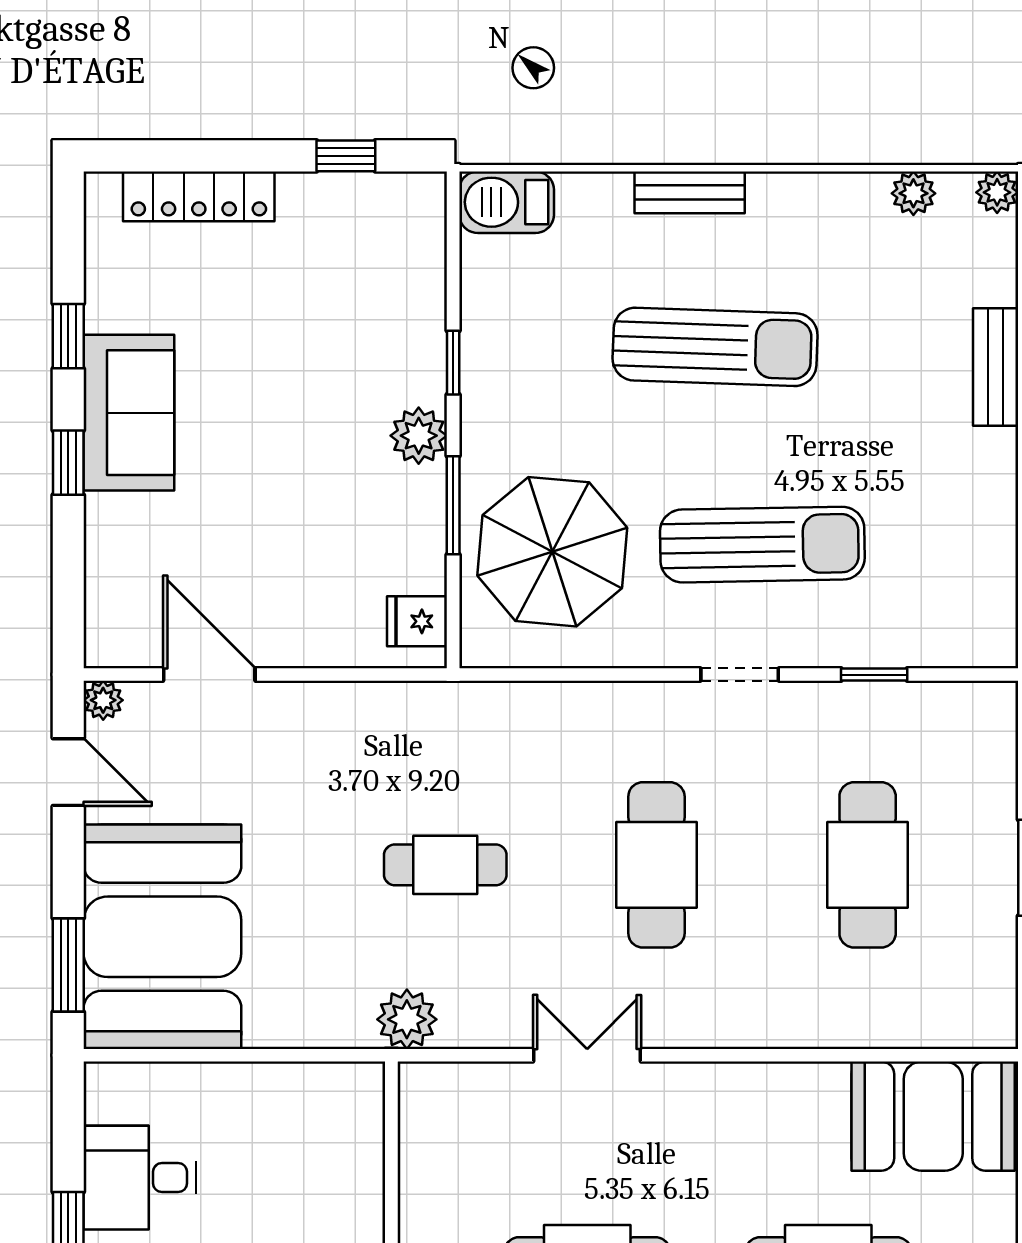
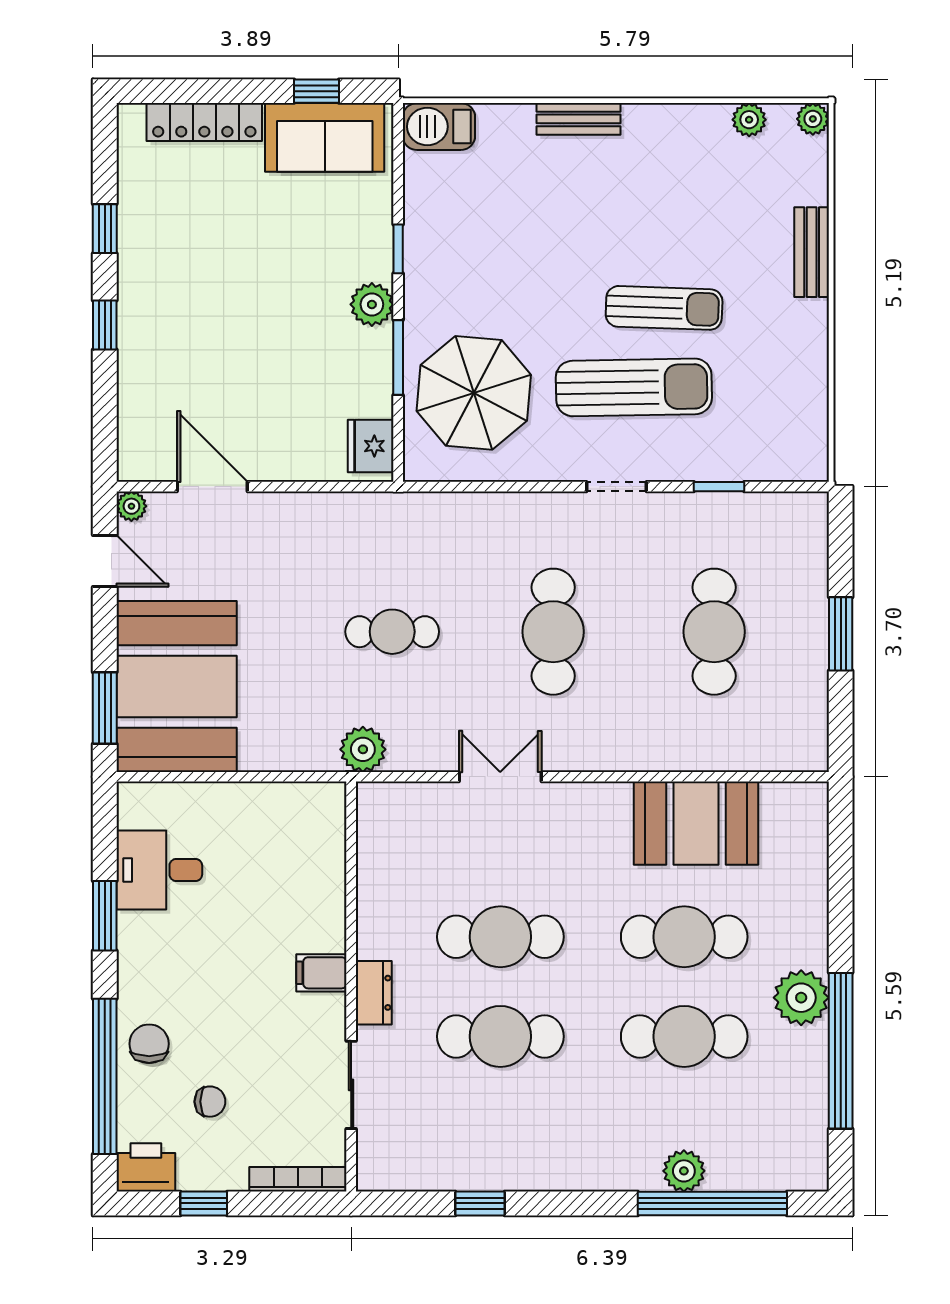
sun lounger: (715, 347) -> (664, 308), moved, width x0.73, depth x0.75
sofa: (129, 413) -> (325, 137), moved, turned 90
fridge: (417, 621) -> (371, 446), width x1.38
booth: (933, 1116) -> (696, 823), moved

